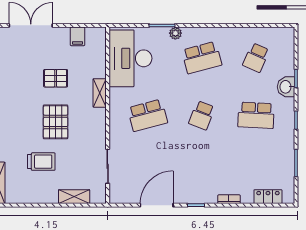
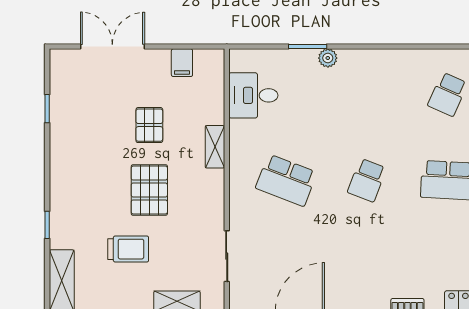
desk: (130, 58) -> (253, 95), width x0.53, depth x0.77
school desk: (202, 58) -> (367, 94), removed
pallet: (56, 78) -> (149, 125), turned 90
school desk: (148, 115) -> (286, 180), turned 36

